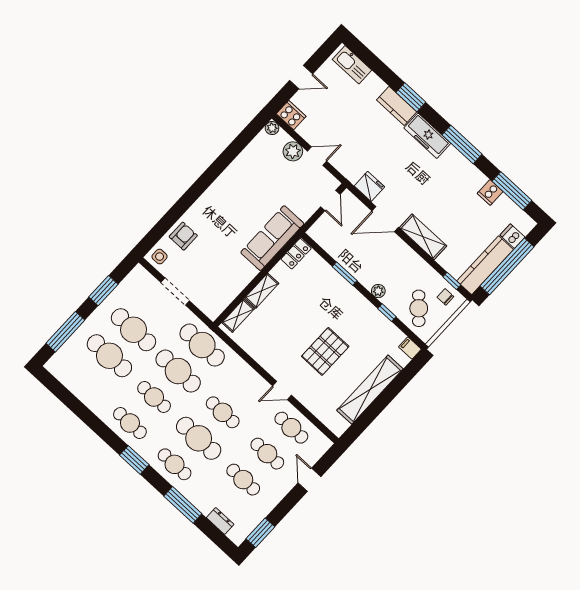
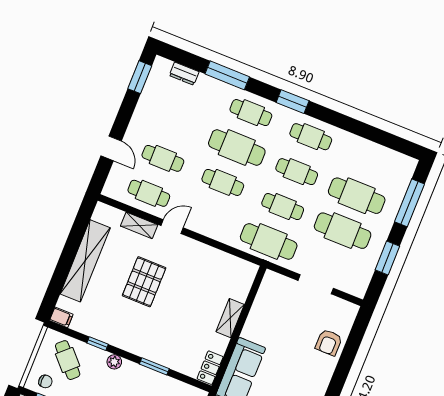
side table: (160, 257) -> (345, 313), removed
shelving: (238, 316) -> (139, 225), moved, turned 90
cafe table: (178, 371) -> (283, 207), width x0.73, depth x0.74
cafe table: (243, 480) -> (177, 123), removed

